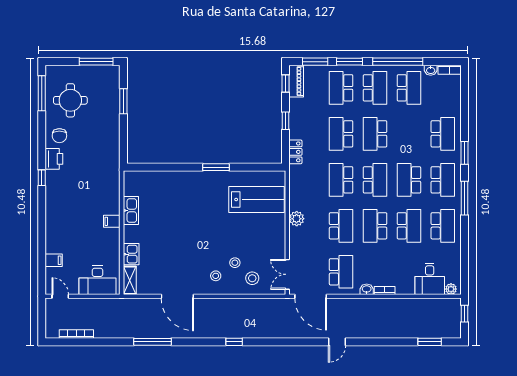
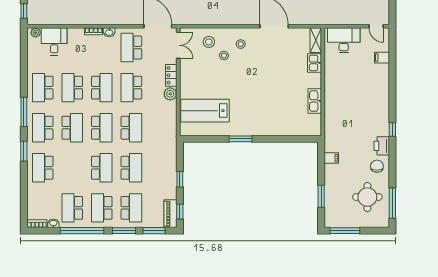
locker: (295, 152) -> (171, 75), moved
school desk: (375, 180) -> (102, 128), turned 180
filing cabinet: (112, 221) -> (331, 158), moved

